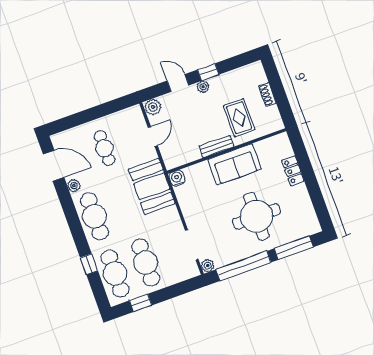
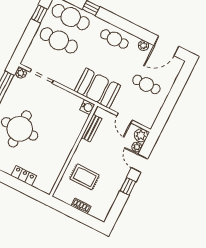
door: (178, 83) -> (140, 163), swing flipped
plant: (203, 87) -> (137, 147), moved
bench: (216, 146) -> (92, 128), moved
sofa: (235, 164) -> (61, 147), removed
cafe table: (94, 216) -> (114, 39), width x0.73, depth x0.74

